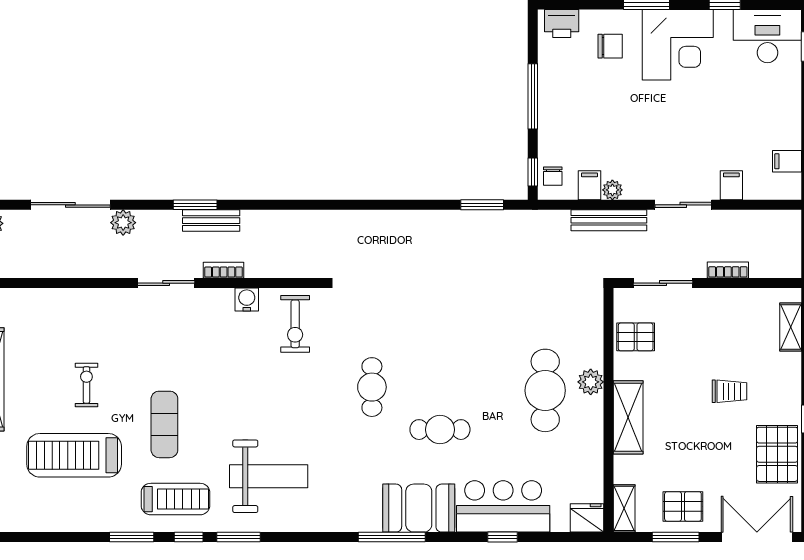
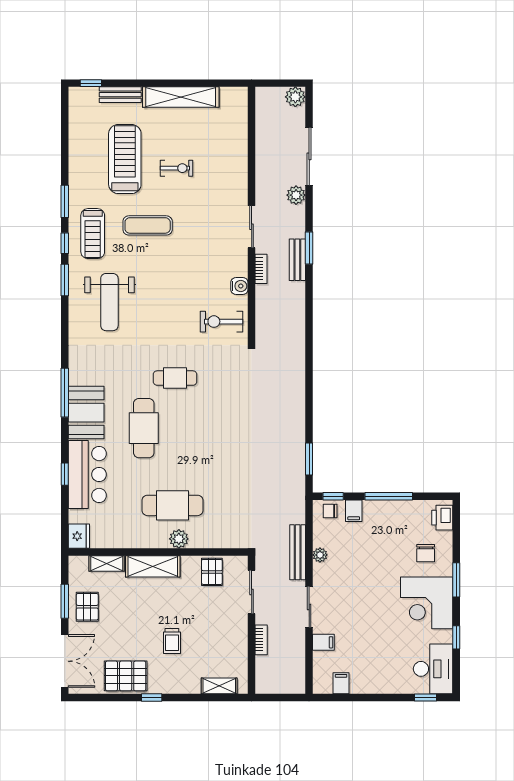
filing cabinet: (590, 185) -> (354, 511), moved, turned 90
cafe table: (440, 430) -> (144, 428), width x1.37, depth x1.35
shelving: (624, 508) -> (107, 563), moved

